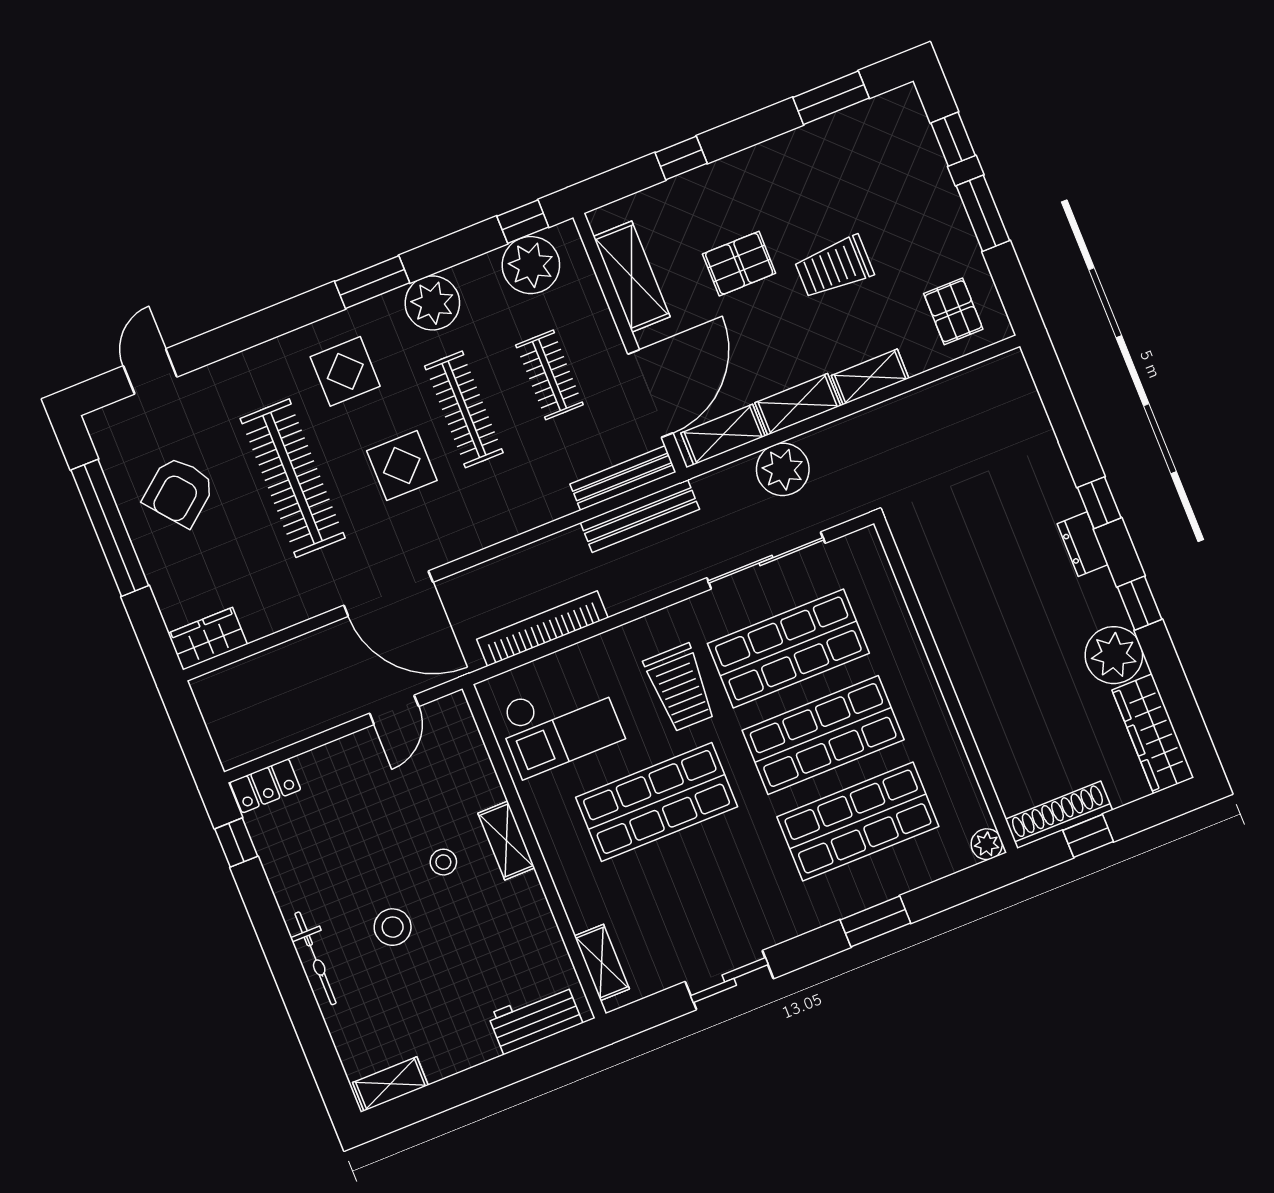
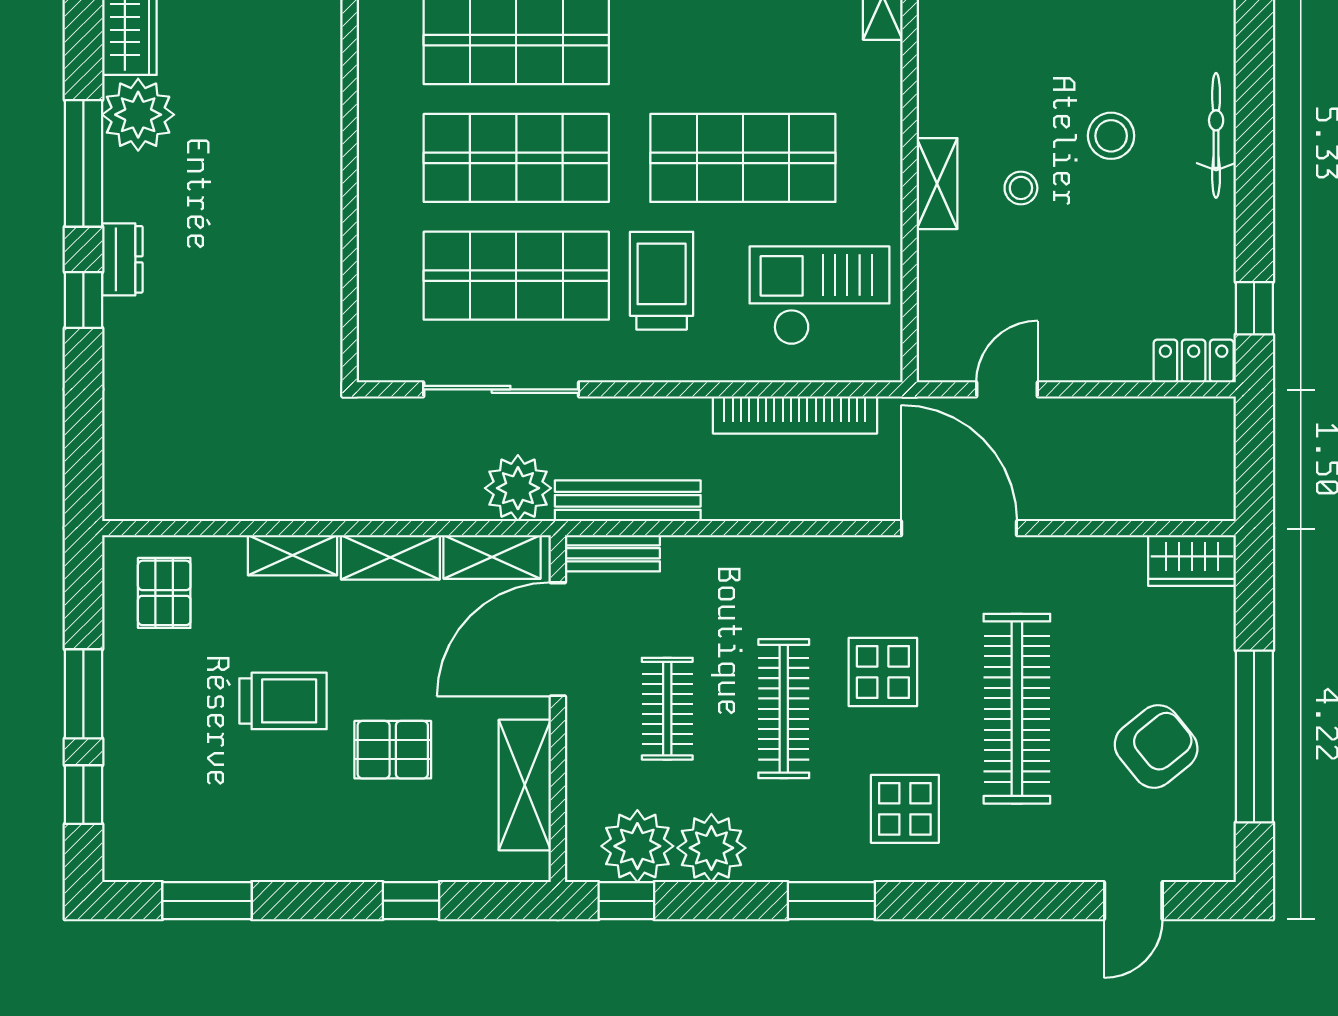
plant: (432, 303) -> (711, 848), moved
plant: (783, 469) -> (518, 488), moved
bench: (623, 478) -> (612, 553), width x0.73
window: (1140, 603) -> (83, 163), width x2.17

